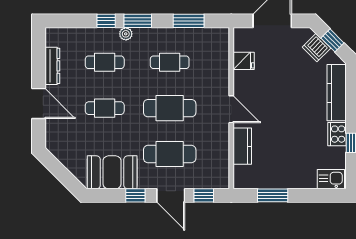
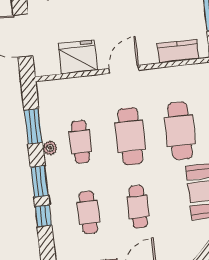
plant: (126, 34) -> (50, 148), moved
fridge: (244, 61) -> (78, 57), width x1.88, depth x1.34
kitchen counter: (242, 146) -> (178, 51), moved

